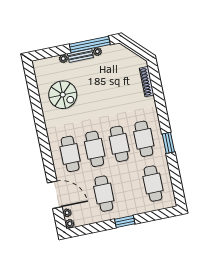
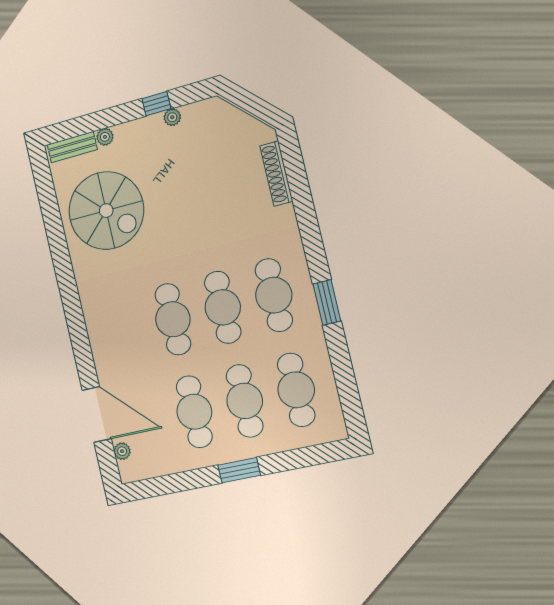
window: (90, 44) -> (156, 104), width x0.32
bench: (80, 55) -> (72, 147), moved
spiral stairs: (63, 95) -> (106, 211), width x1.37, depth x1.37
cafe table: (70, 154) -> (245, 401), moved
plant: (70, 224) -> (128, 474), removed

